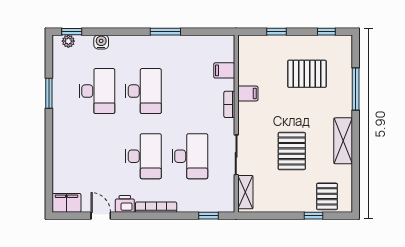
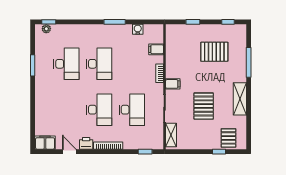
water cooler: (101, 42) -> (138, 29), moved
filing cabinet: (248, 93) -> (173, 84), moved

